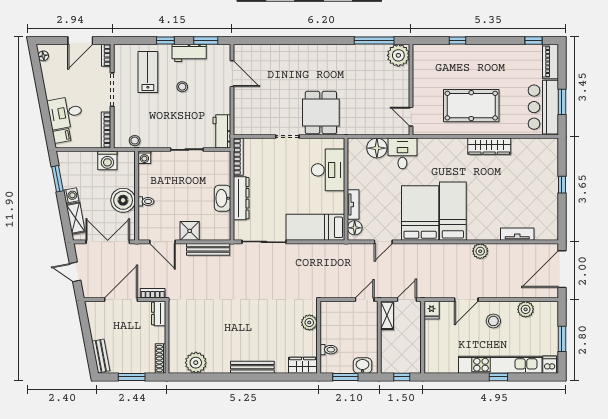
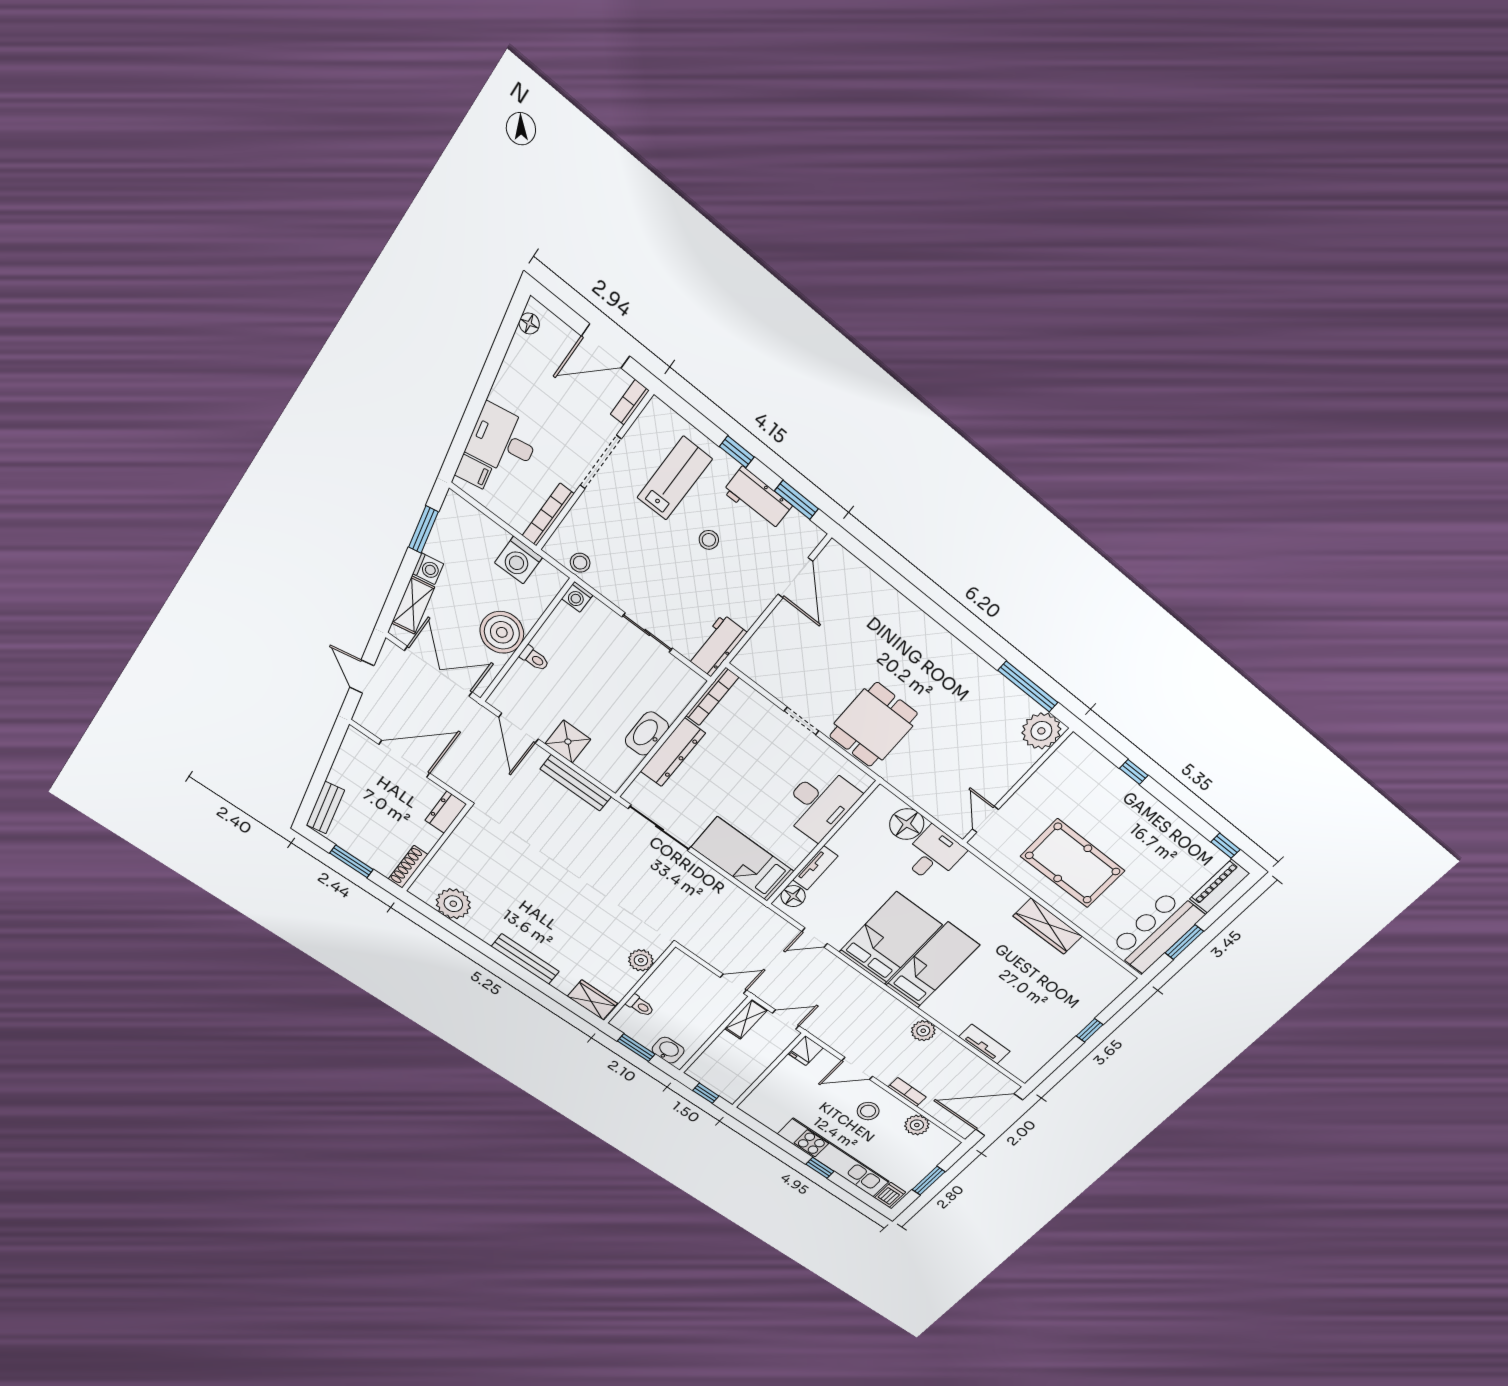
bookcase: (153, 293) -> (907, 1092), moved

